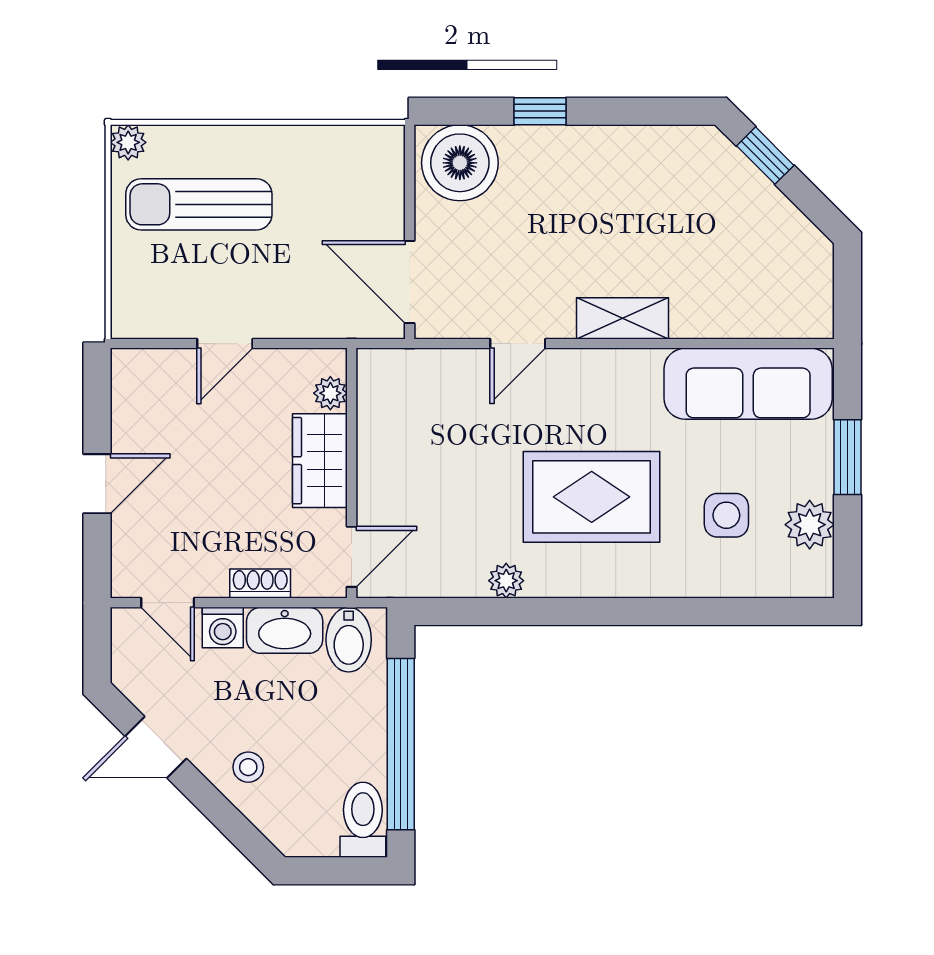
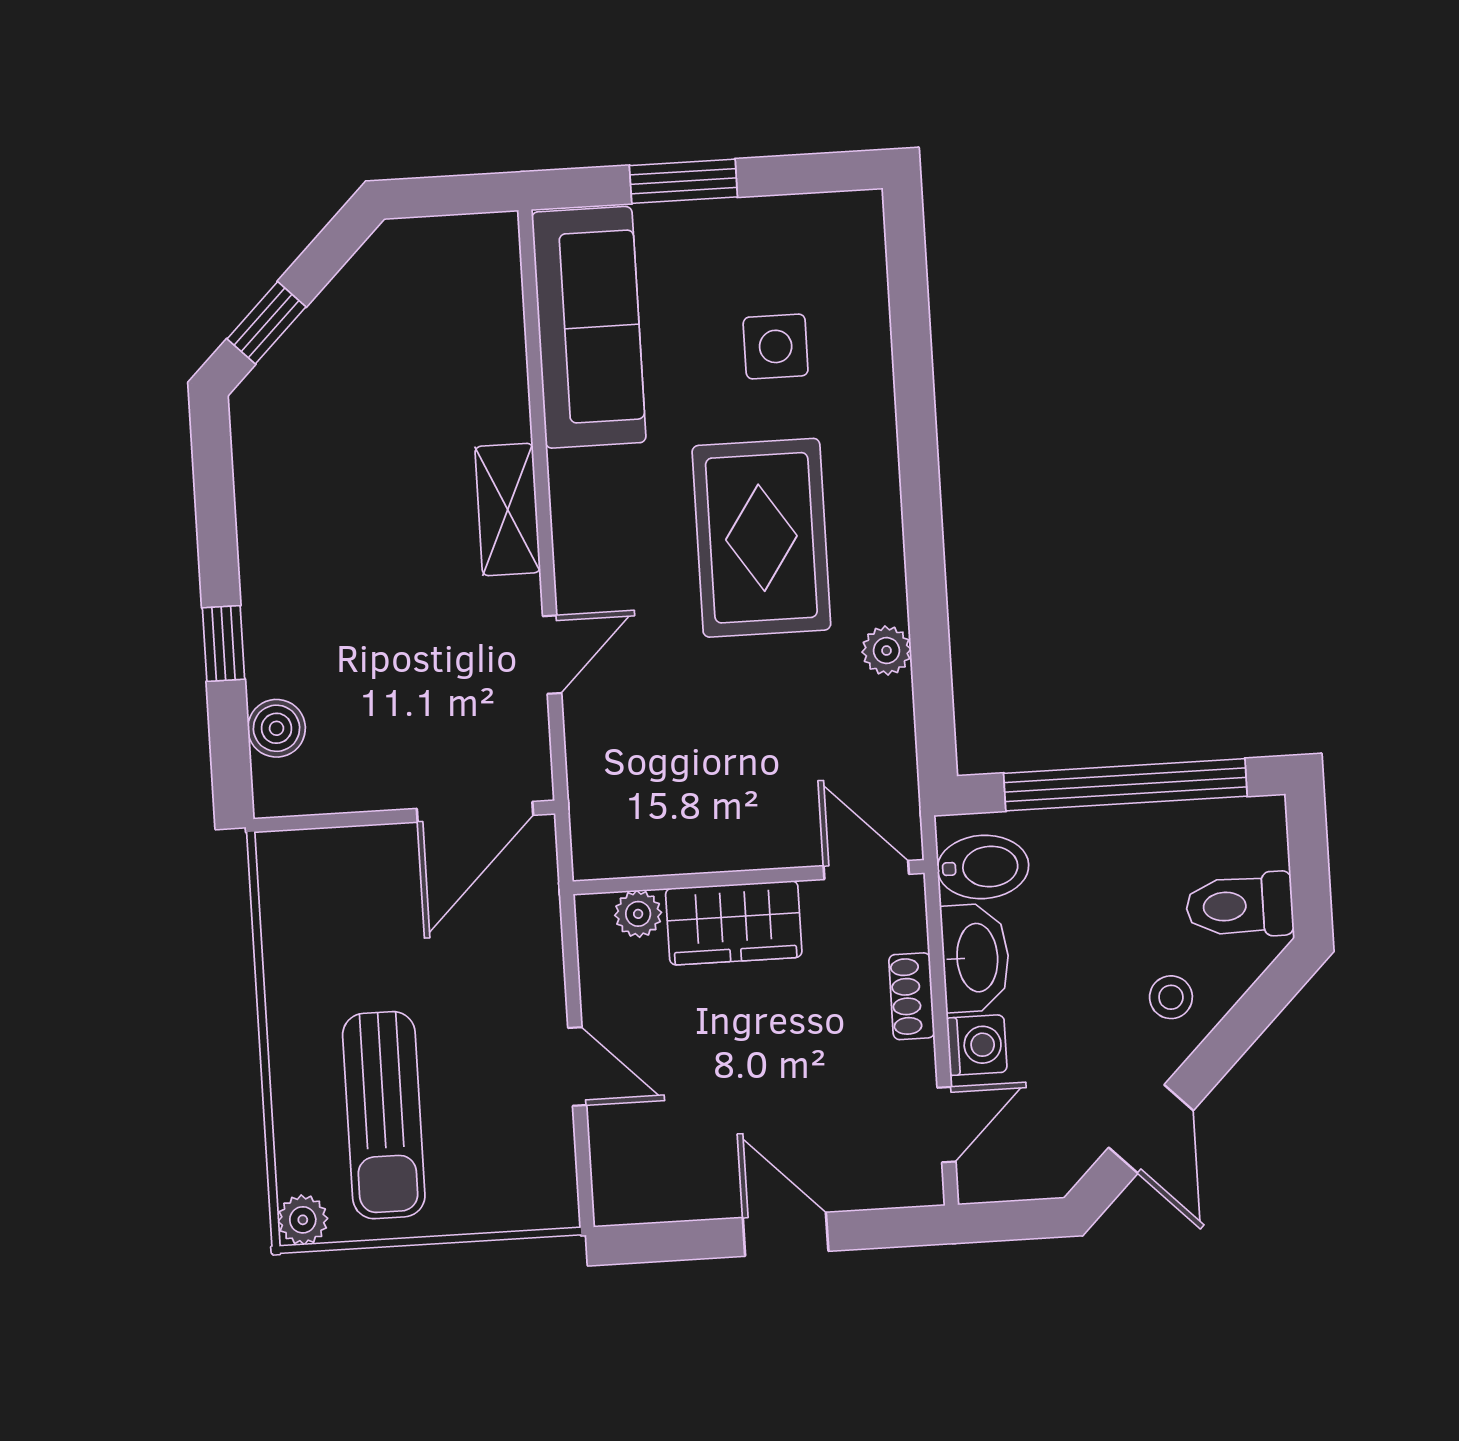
boiler: (460, 163) -> (277, 728), width x0.54, depth x0.54
door: (518, 344) -> (552, 655), hinge flipped
plant: (810, 525) -> (782, 229), removed
toilet: (363, 820) -> (1240, 906), moved

